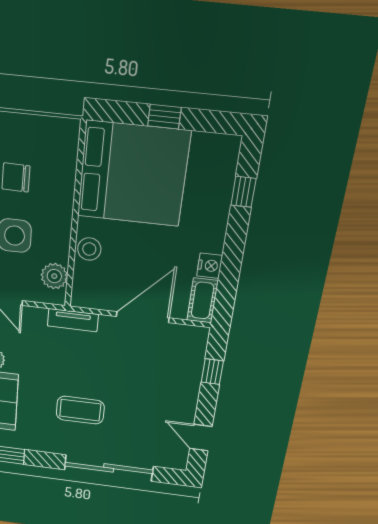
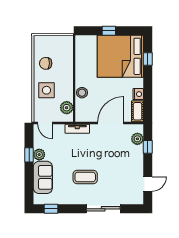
bed: (133, 174) -> (120, 56), moved, turned 180
plant: (194, 354) -> (137, 139), added
door: (201, 438) -> (148, 184), swing flipped
sliding door: (109, 468) -> (103, 209), width x0.73

